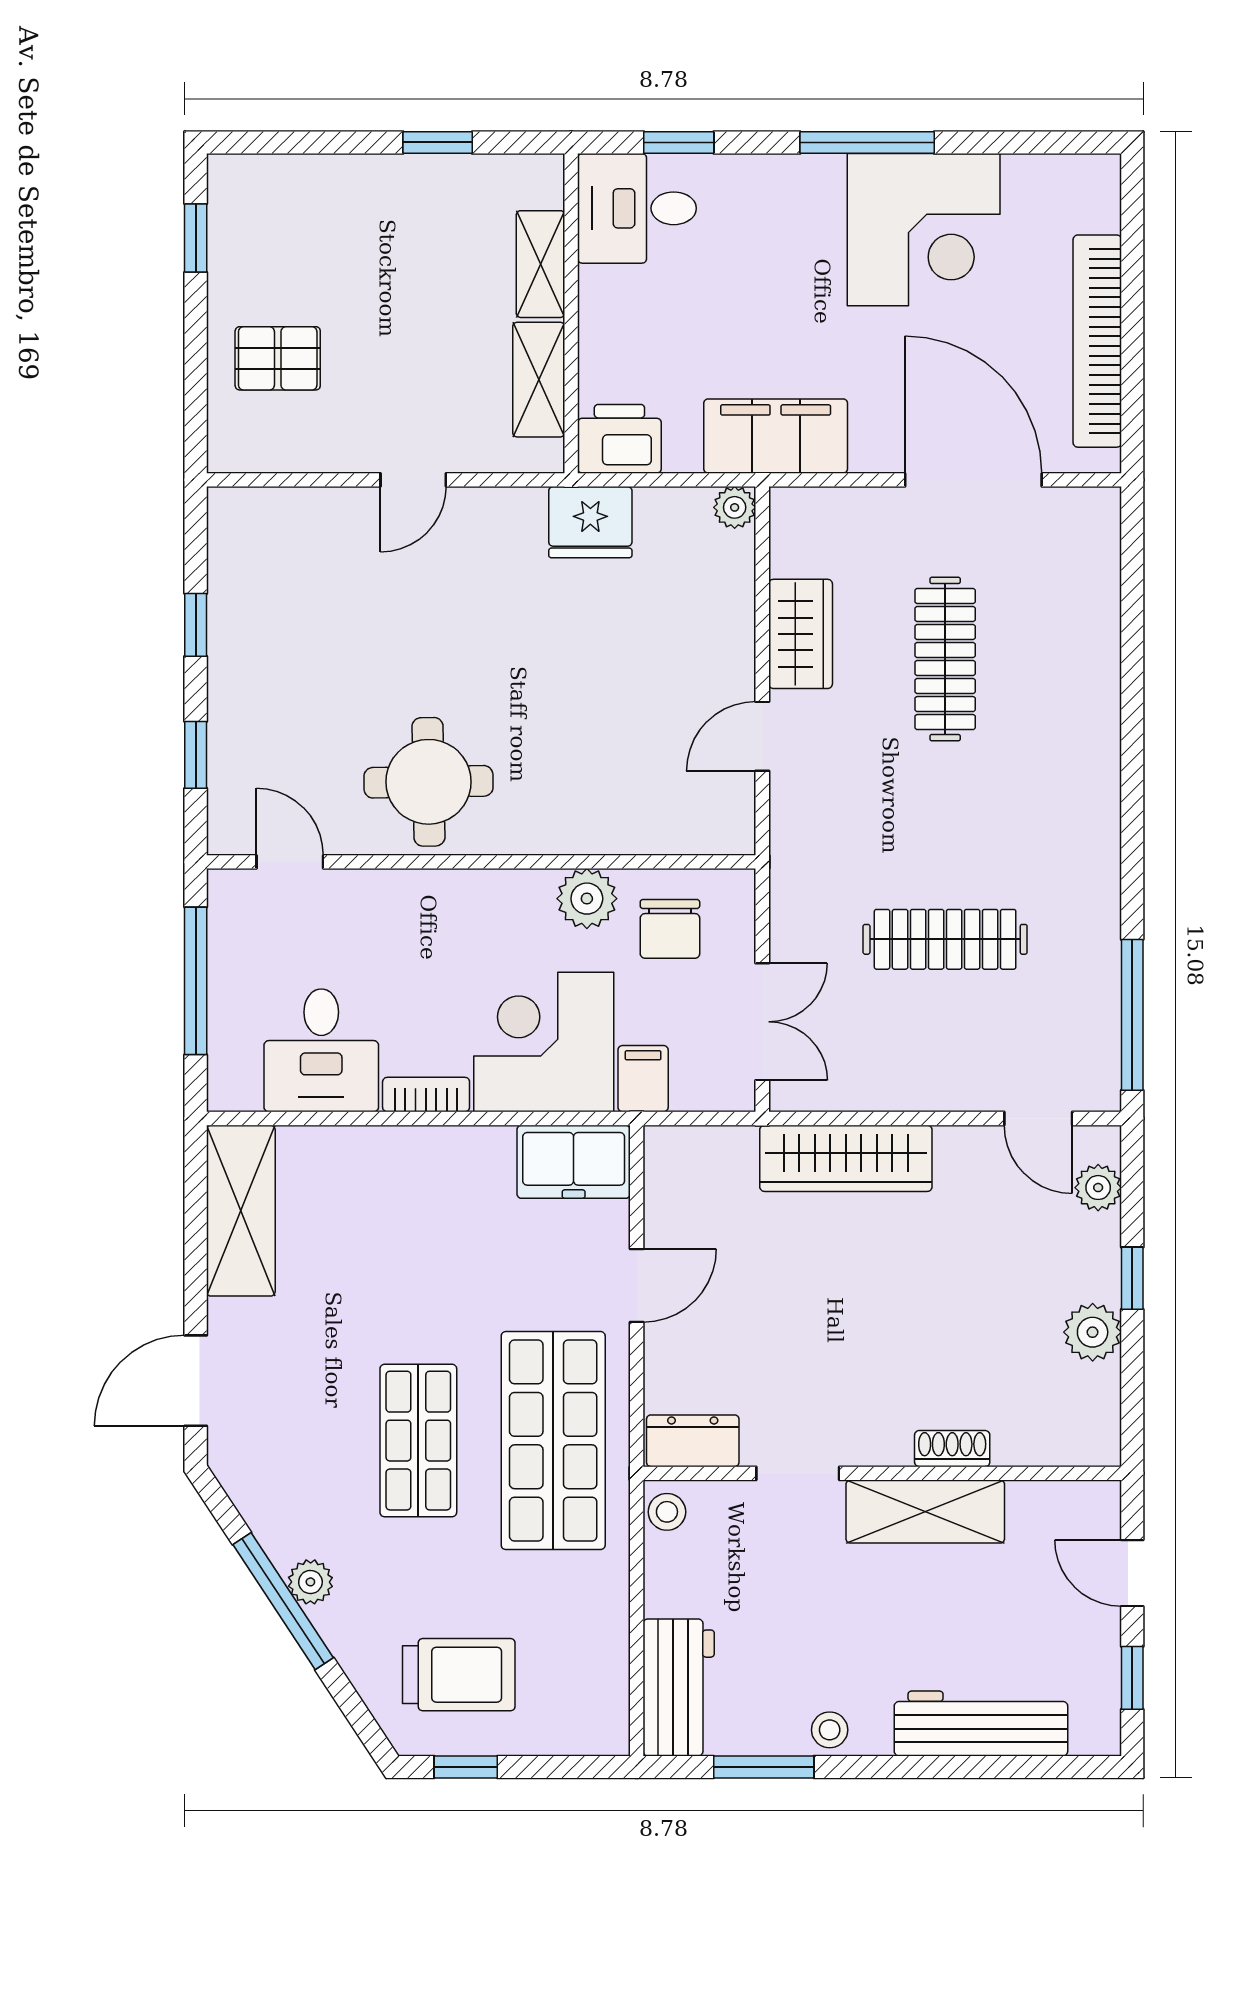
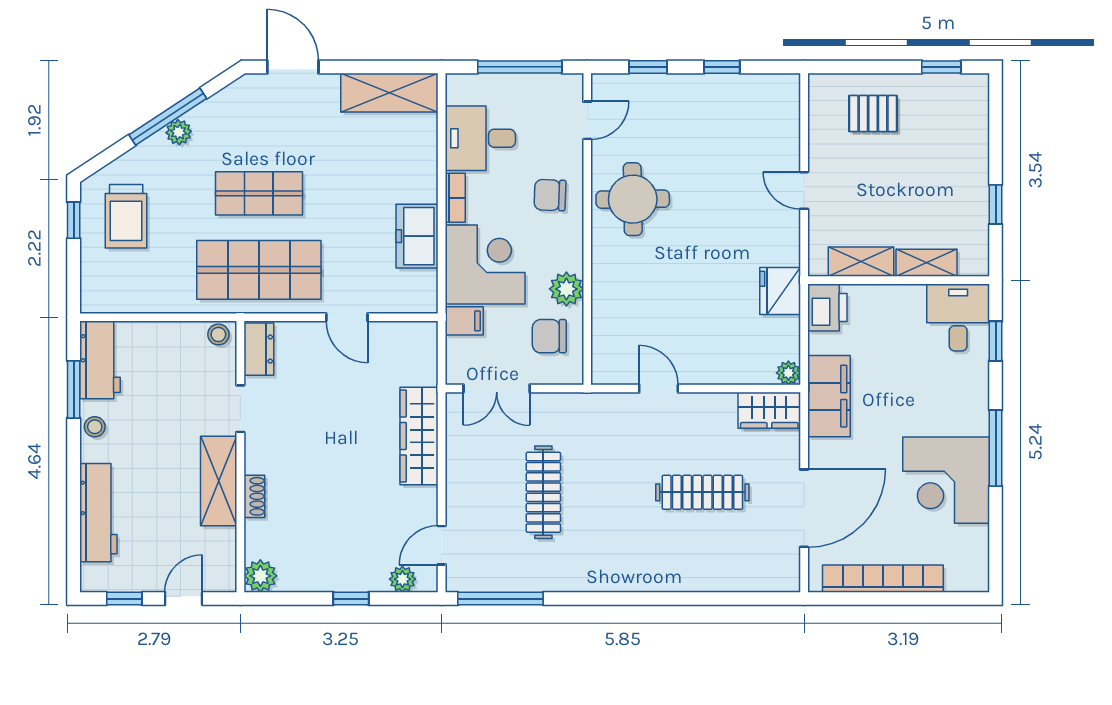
pallet: (278, 358) -> (873, 114), turned 90
wardrobe: (801, 634) -> (769, 410), moved
chair: (421, 928) -> (550, 195), added
freezer: (574, 1162) -> (417, 236), moved
plant: (1093, 1332) -> (260, 576), moved
workbench: (679, 1687) -> (100, 360), moved, turned -90

